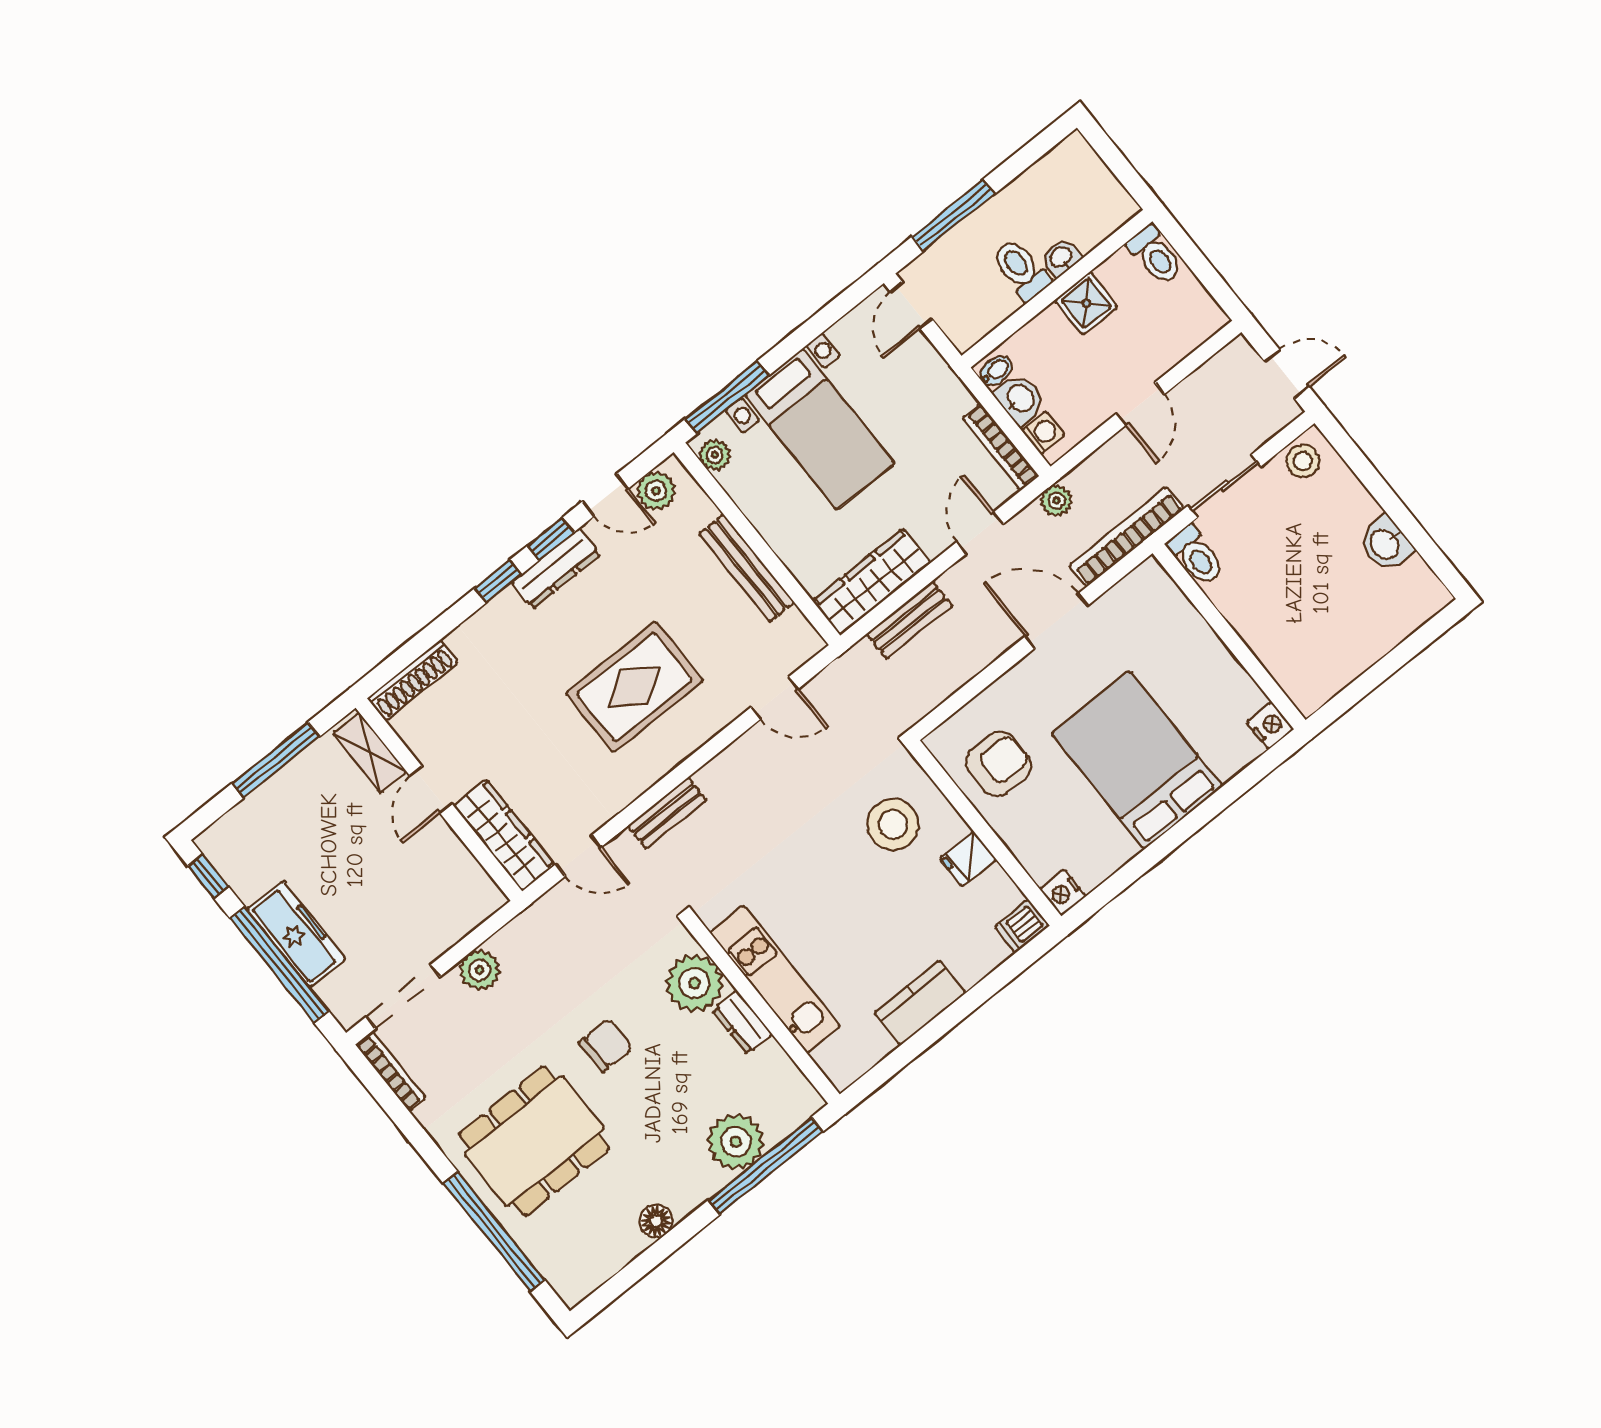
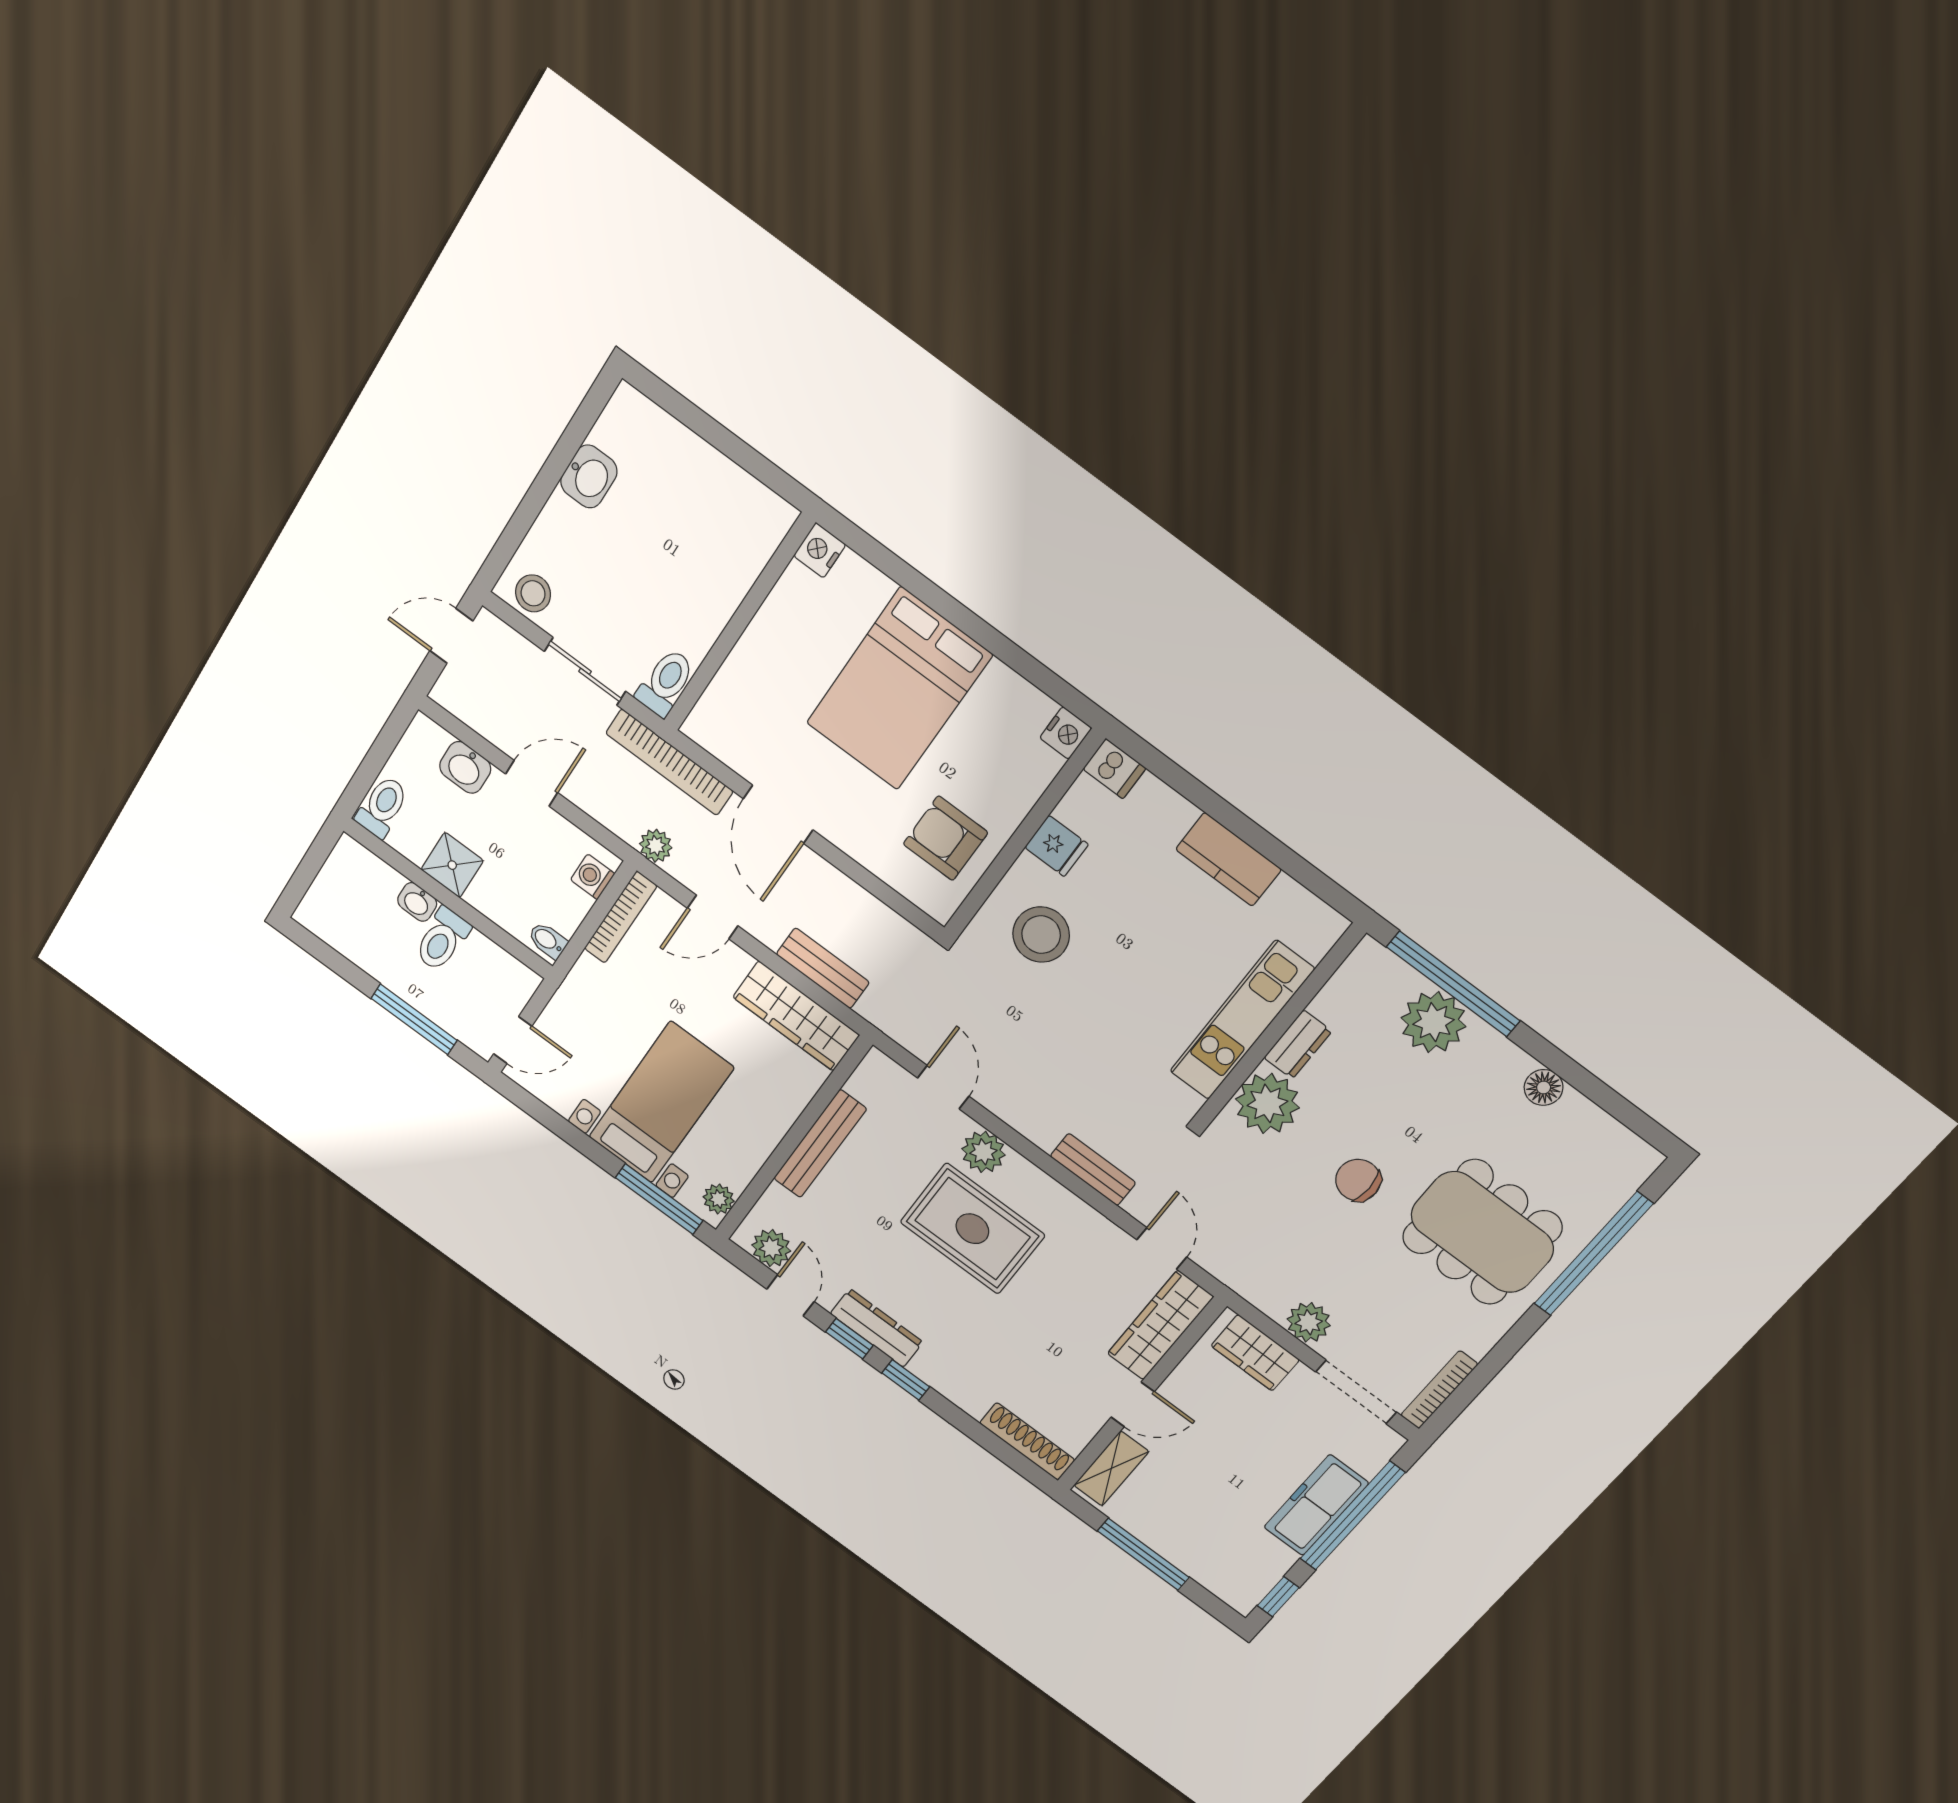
door: (1287, 374) -> (451, 636), hinge flipped
washbasin: (1020, 399) -> (465, 767), moved, turned -90
plant: (706, 718) -> (983, 1152), added
wardrobe: (460, 915) -> (1255, 1353), added

